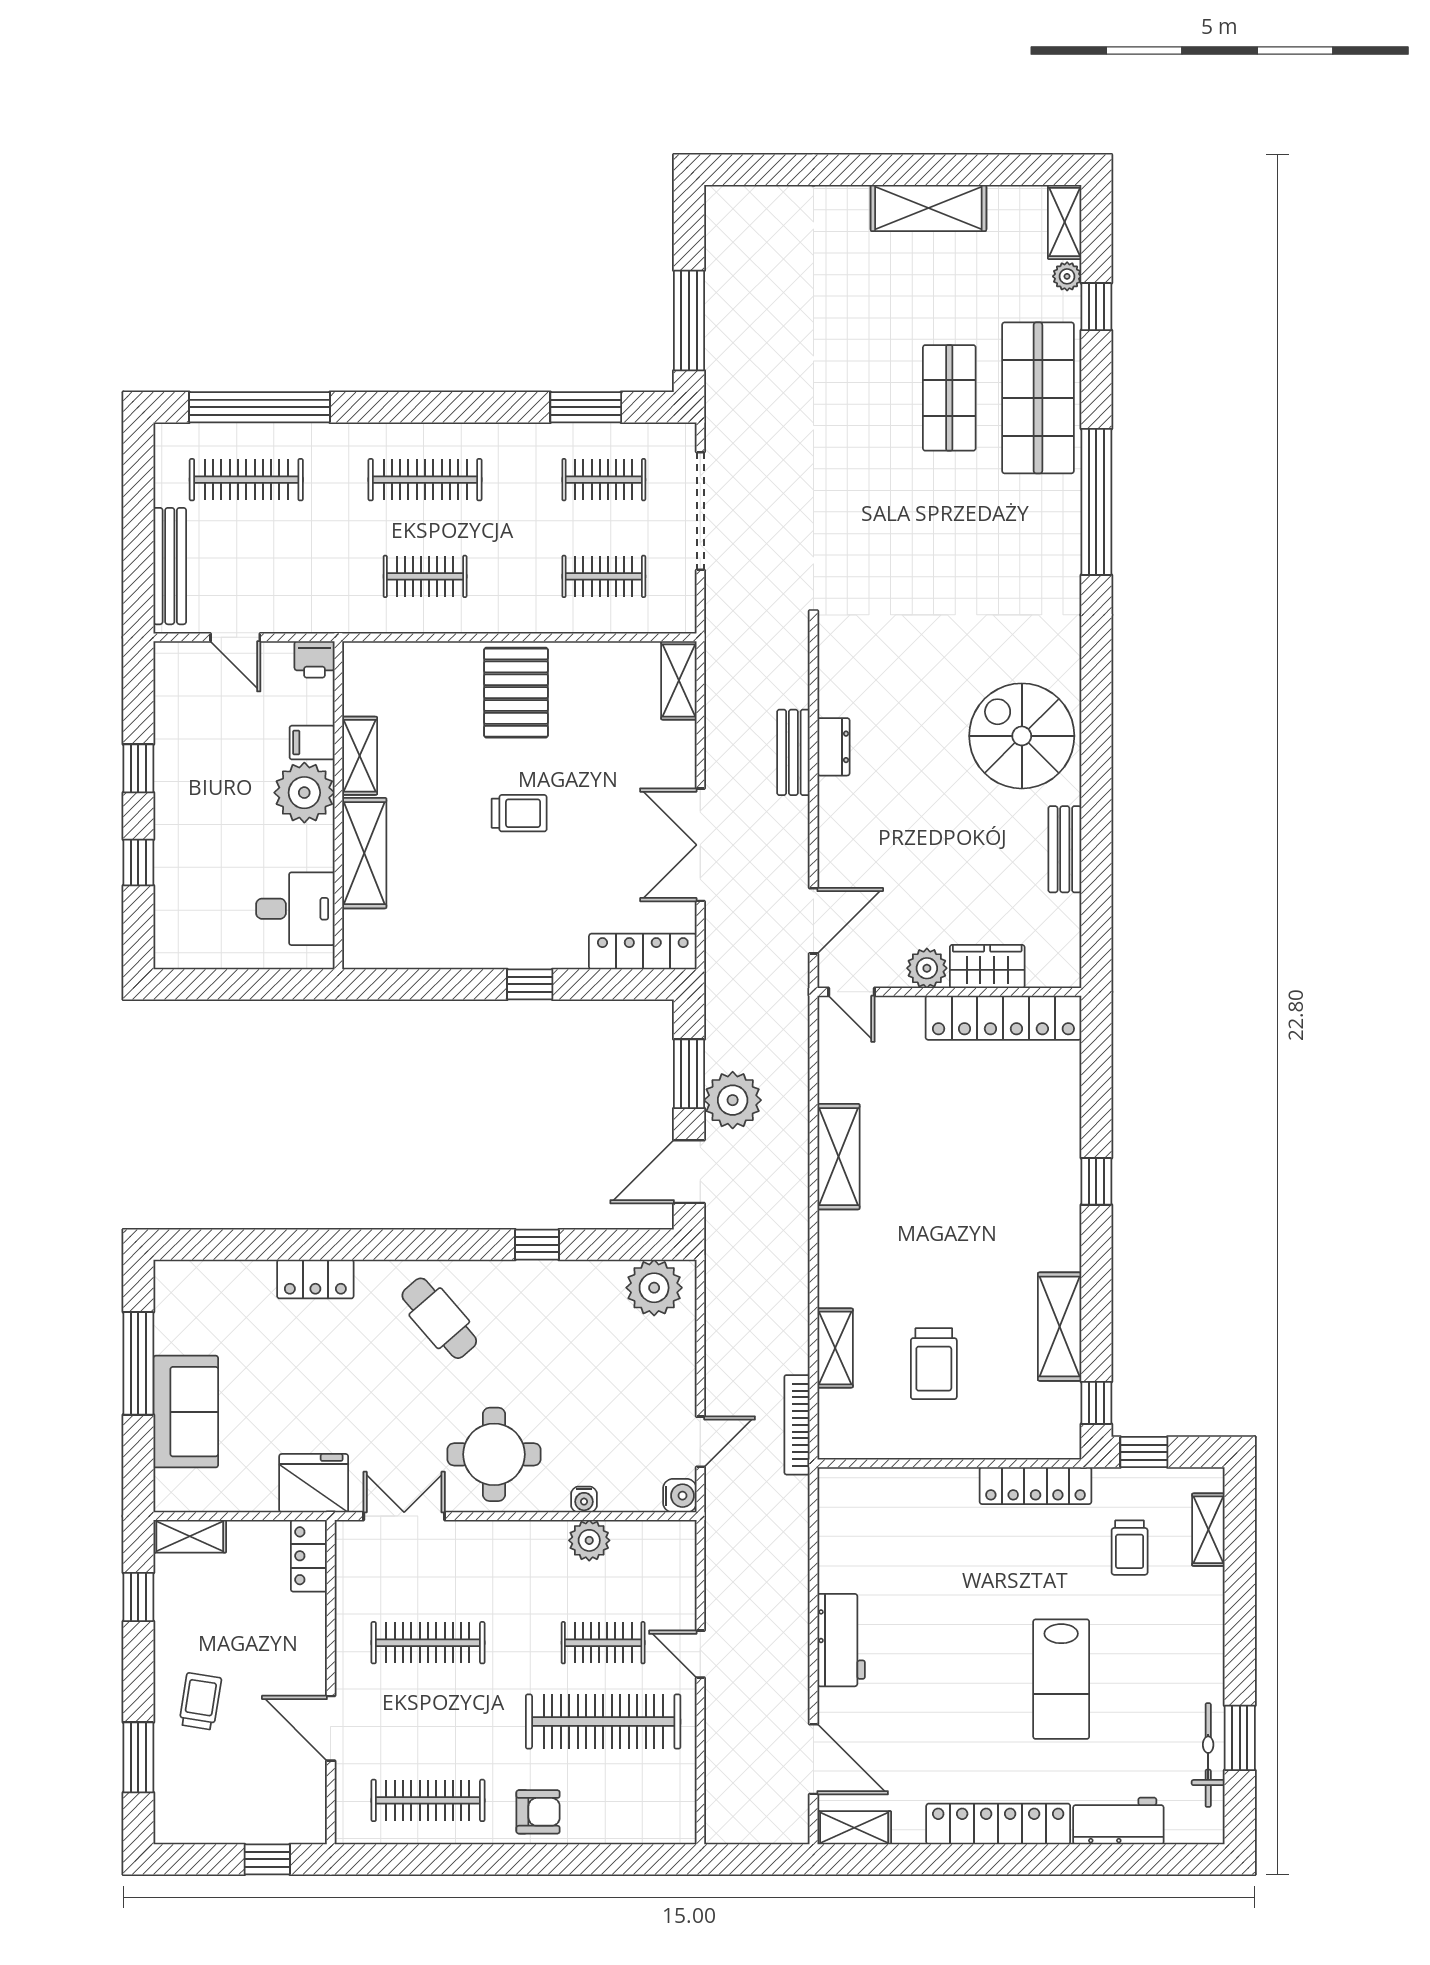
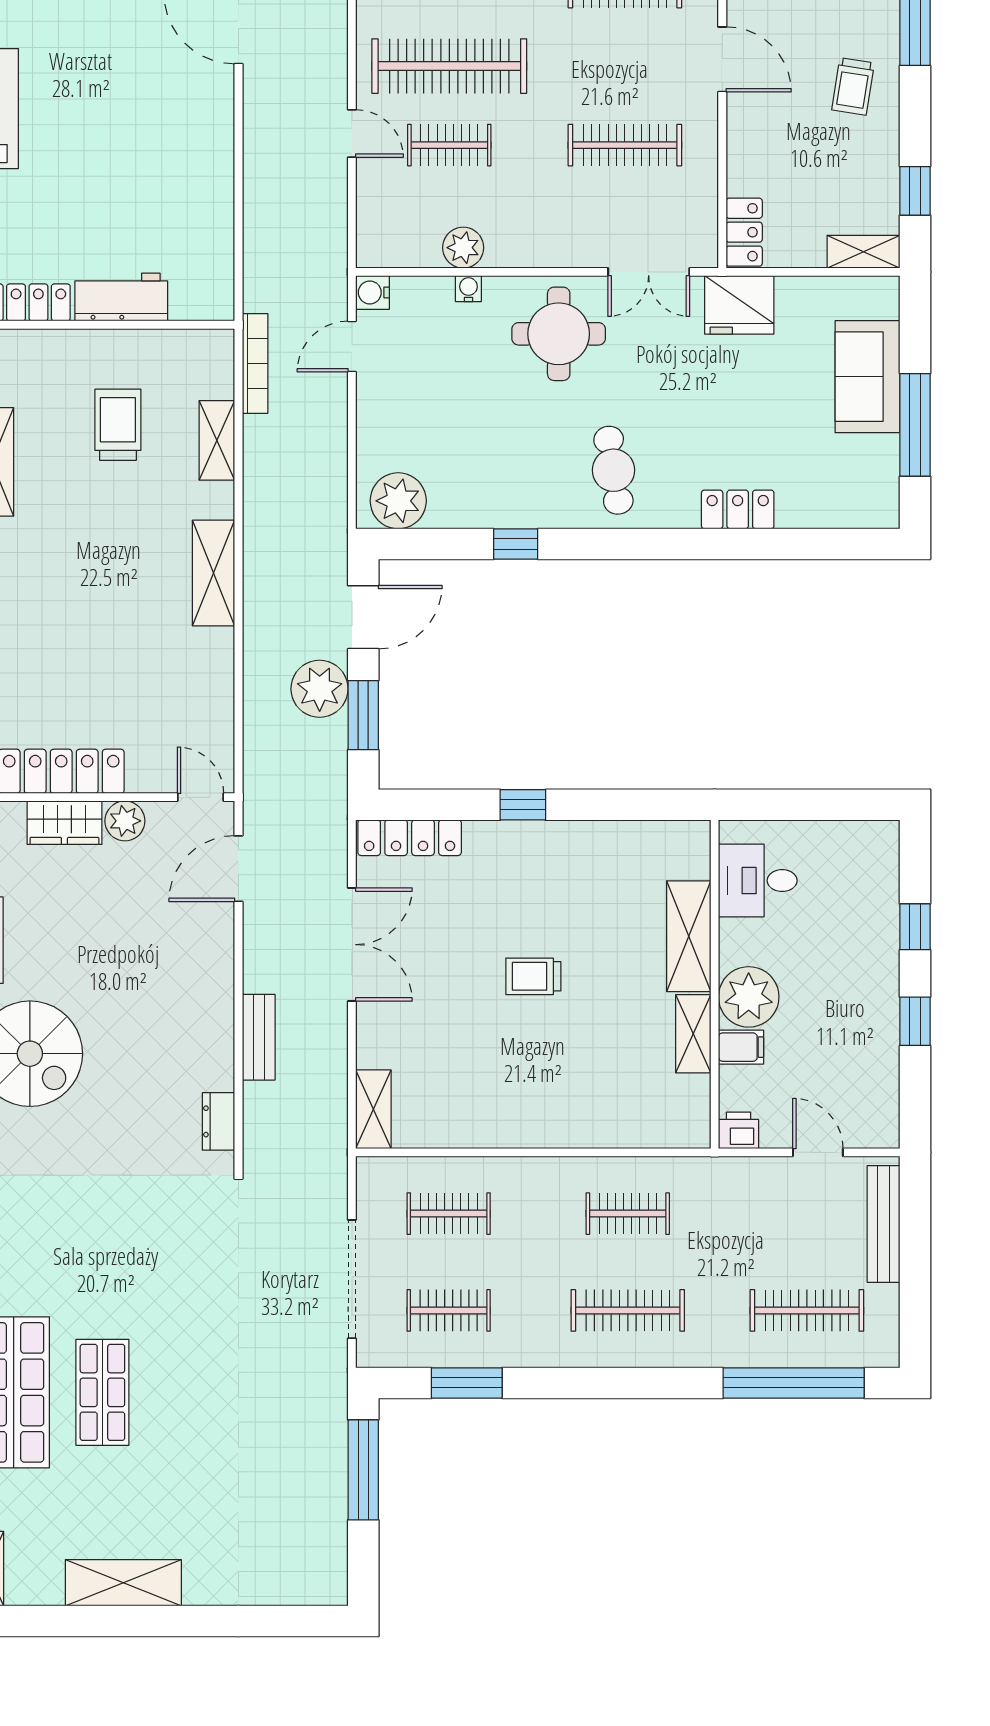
pallet: (516, 693) -> (537, 1097), removed
dresser: (833, 747) -> (219, 1121), moved
shelving: (838, 1157) -> (214, 573), moved
cafe table: (439, 1318) -> (613, 470), turned 32
workbench: (841, 1640) -> (121, 297), moved, turned 90

